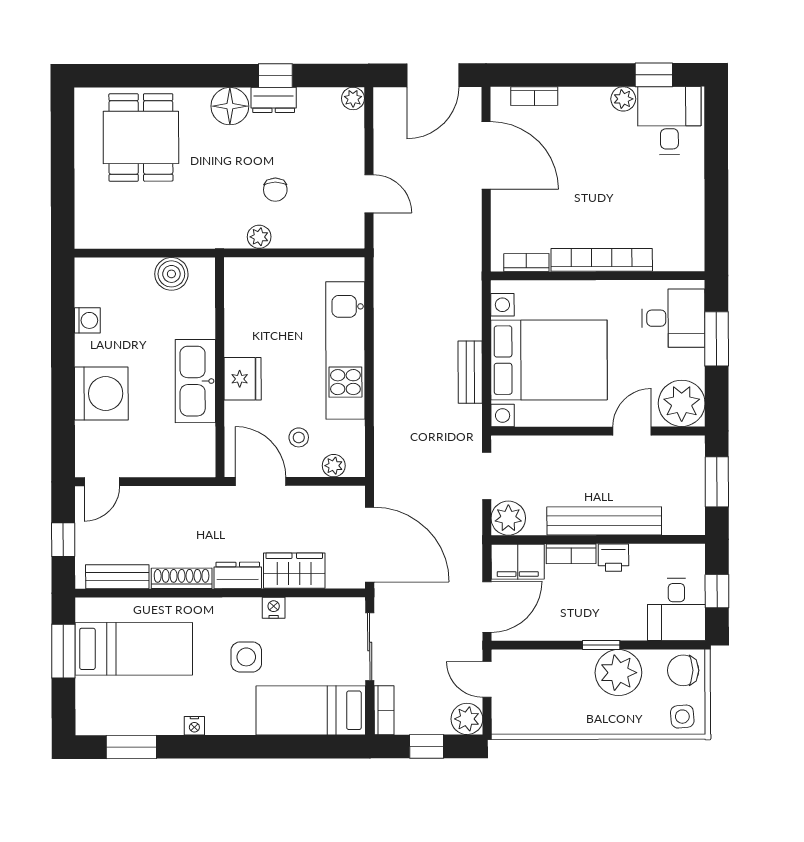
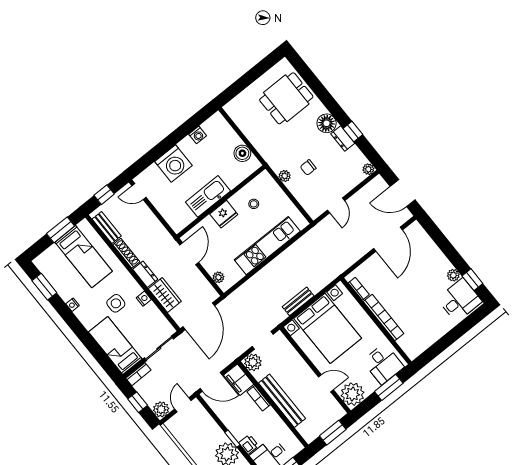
bookcase: (534, 96) -> (426, 239), removed
stool: (299, 437) -> (254, 204), moved
printer: (613, 558) -> (249, 444), moved, turned 180

